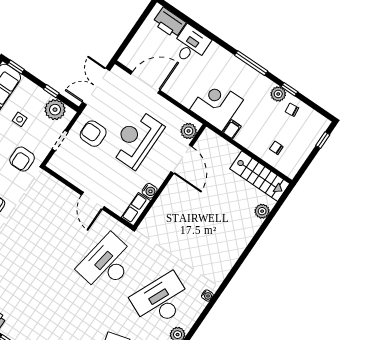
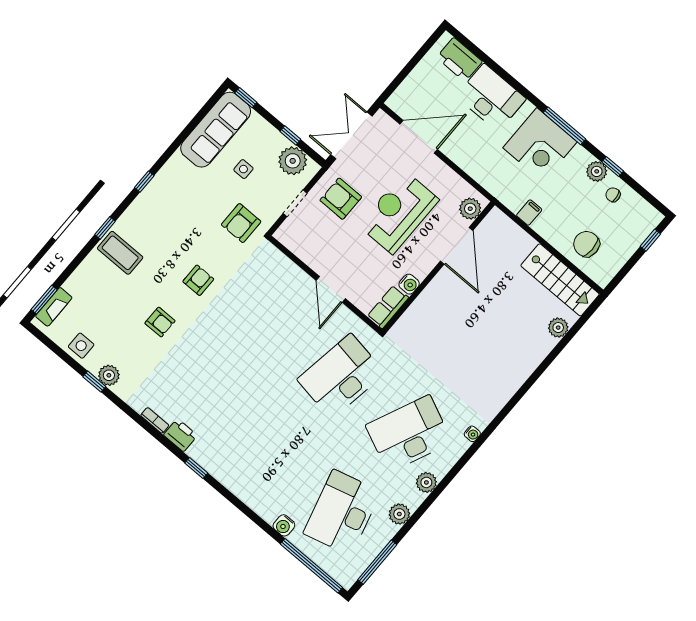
desk: (191, 45) -> (491, 97), width x1.37
corner desk: (216, 105) -> (540, 145), moved, turned 180
chair: (276, 148) -> (587, 244), width x1.87, depth x1.87

